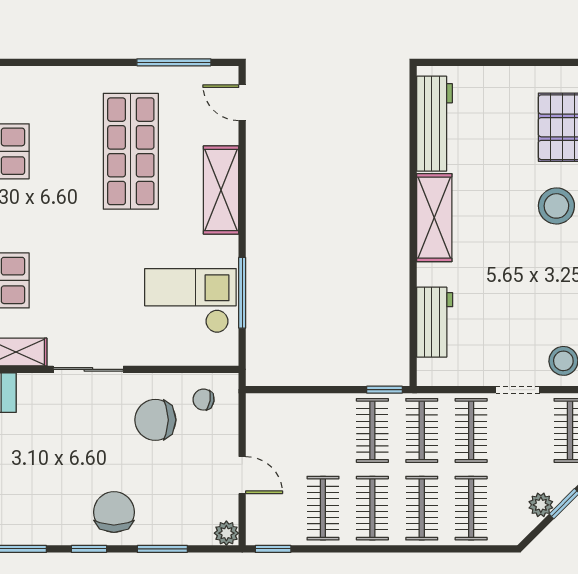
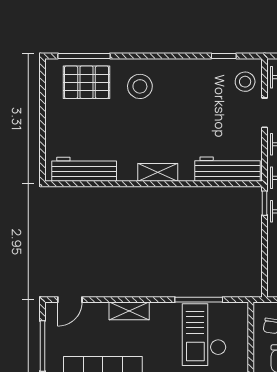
shelving: (221, 190) -> (129, 311), width x0.67, depth x0.75
shelving: (434, 218) -> (158, 172), width x0.67, depth x0.75
workbench: (435, 322) -> (228, 169), width x1.38

